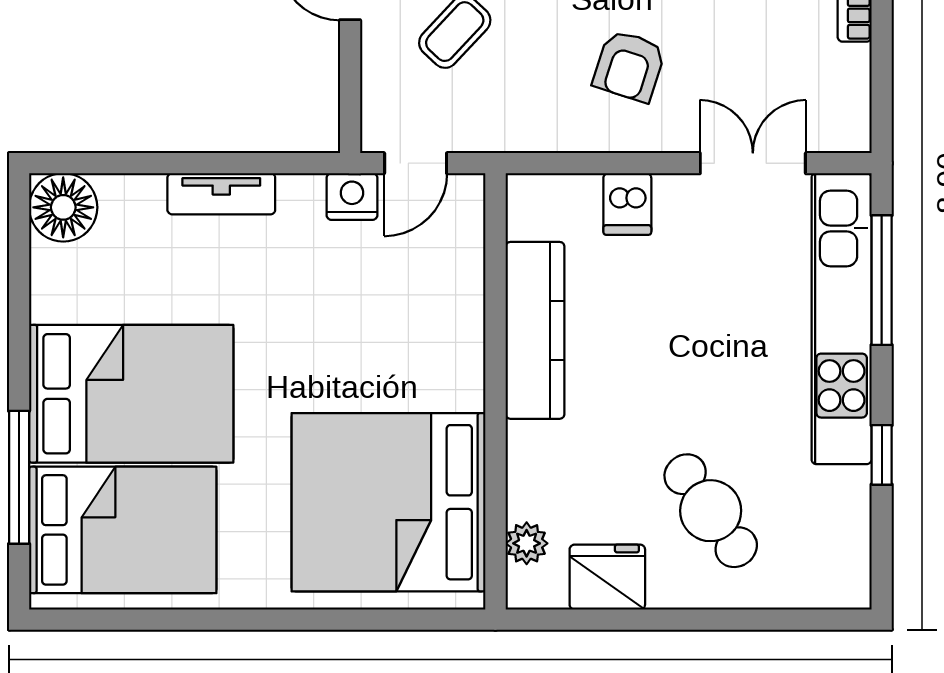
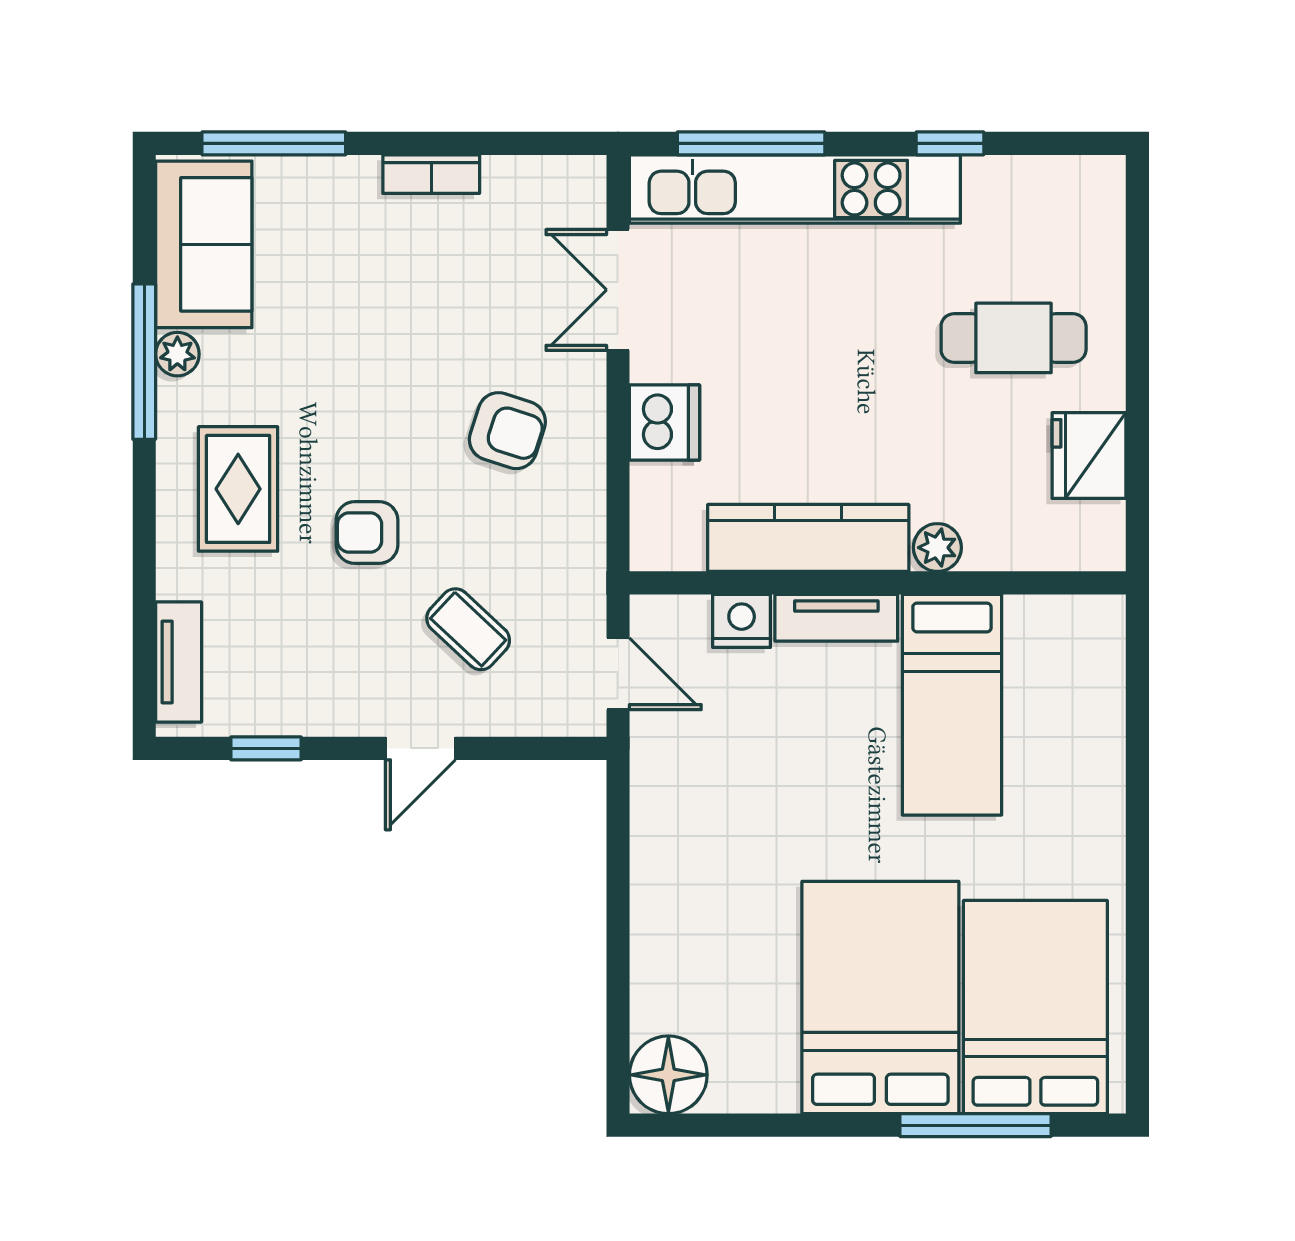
tv unit: (221, 194) -> (836, 618), moved, turned 90
nightstand: (352, 197) -> (742, 621), moved, turned 90
dishwasher: (627, 204) -> (664, 423), width x1.38
bed: (388, 502) -> (952, 705), width x0.49
cafe table: (711, 511) -> (1014, 338), turned 35
plant: (527, 543) -> (937, 548), moved

